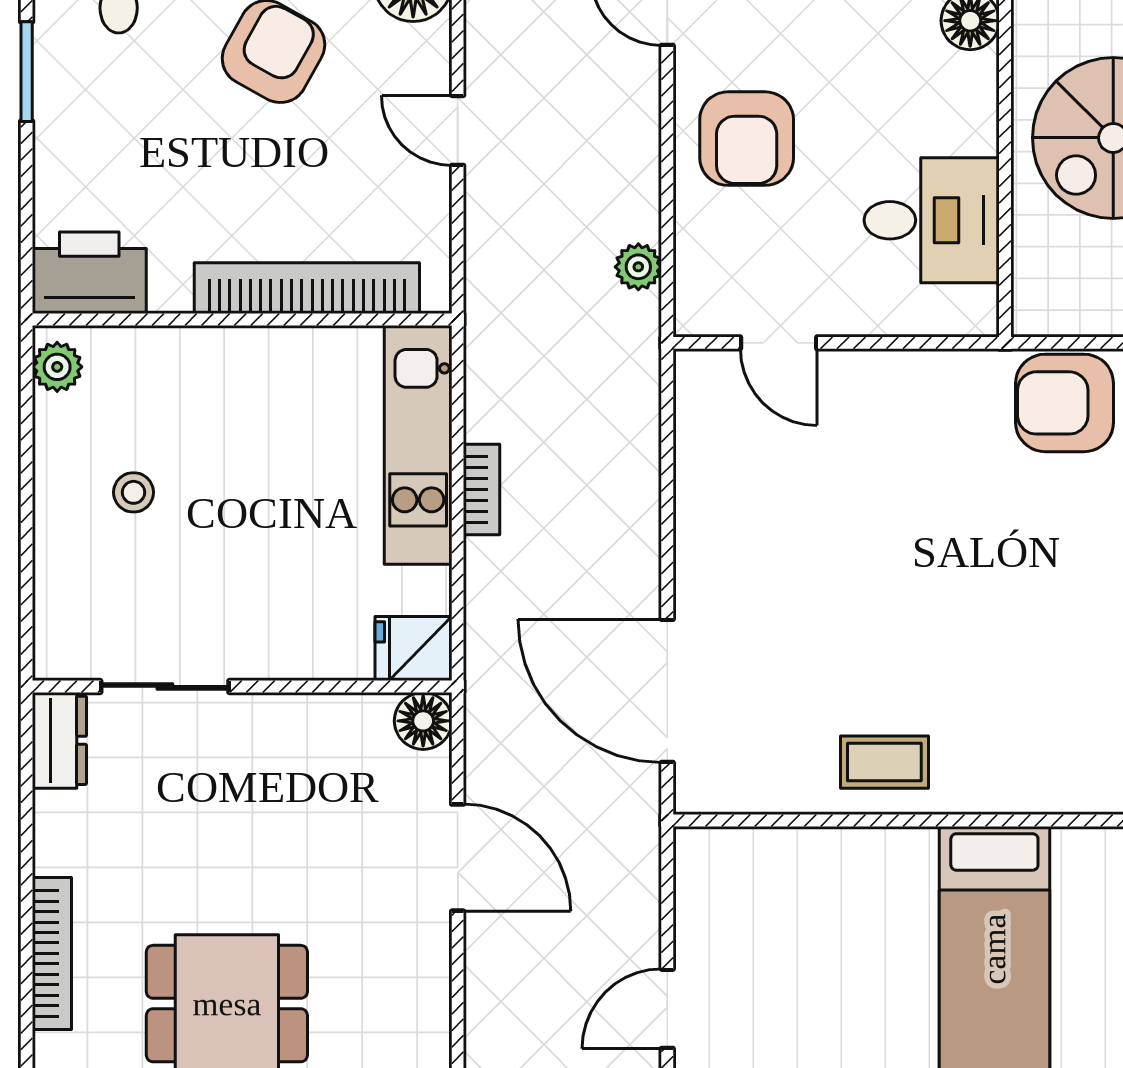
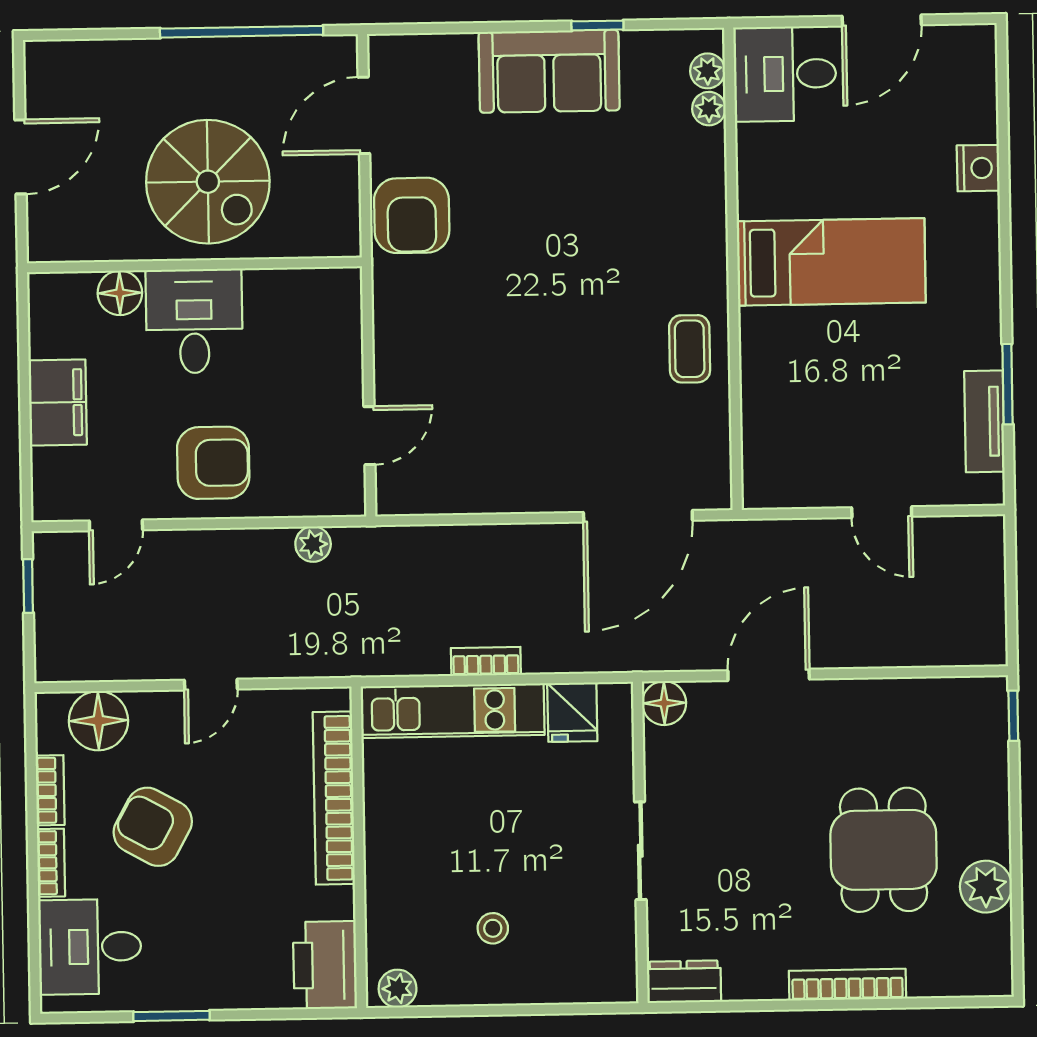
desk: (932, 220) -> (194, 321), moved
fridge: (414, 649) -> (572, 712), moved
sliding door: (165, 686) -> (640, 851), moved

